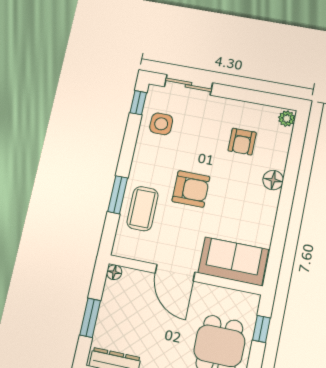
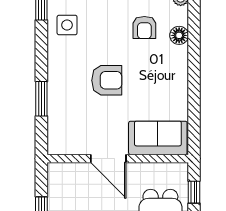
floor lamp: (273, 180) -> (179, 35), moved
coffee table: (143, 209) -> (67, 107), removed
floor lamp: (114, 272) -> (54, 169), removed

